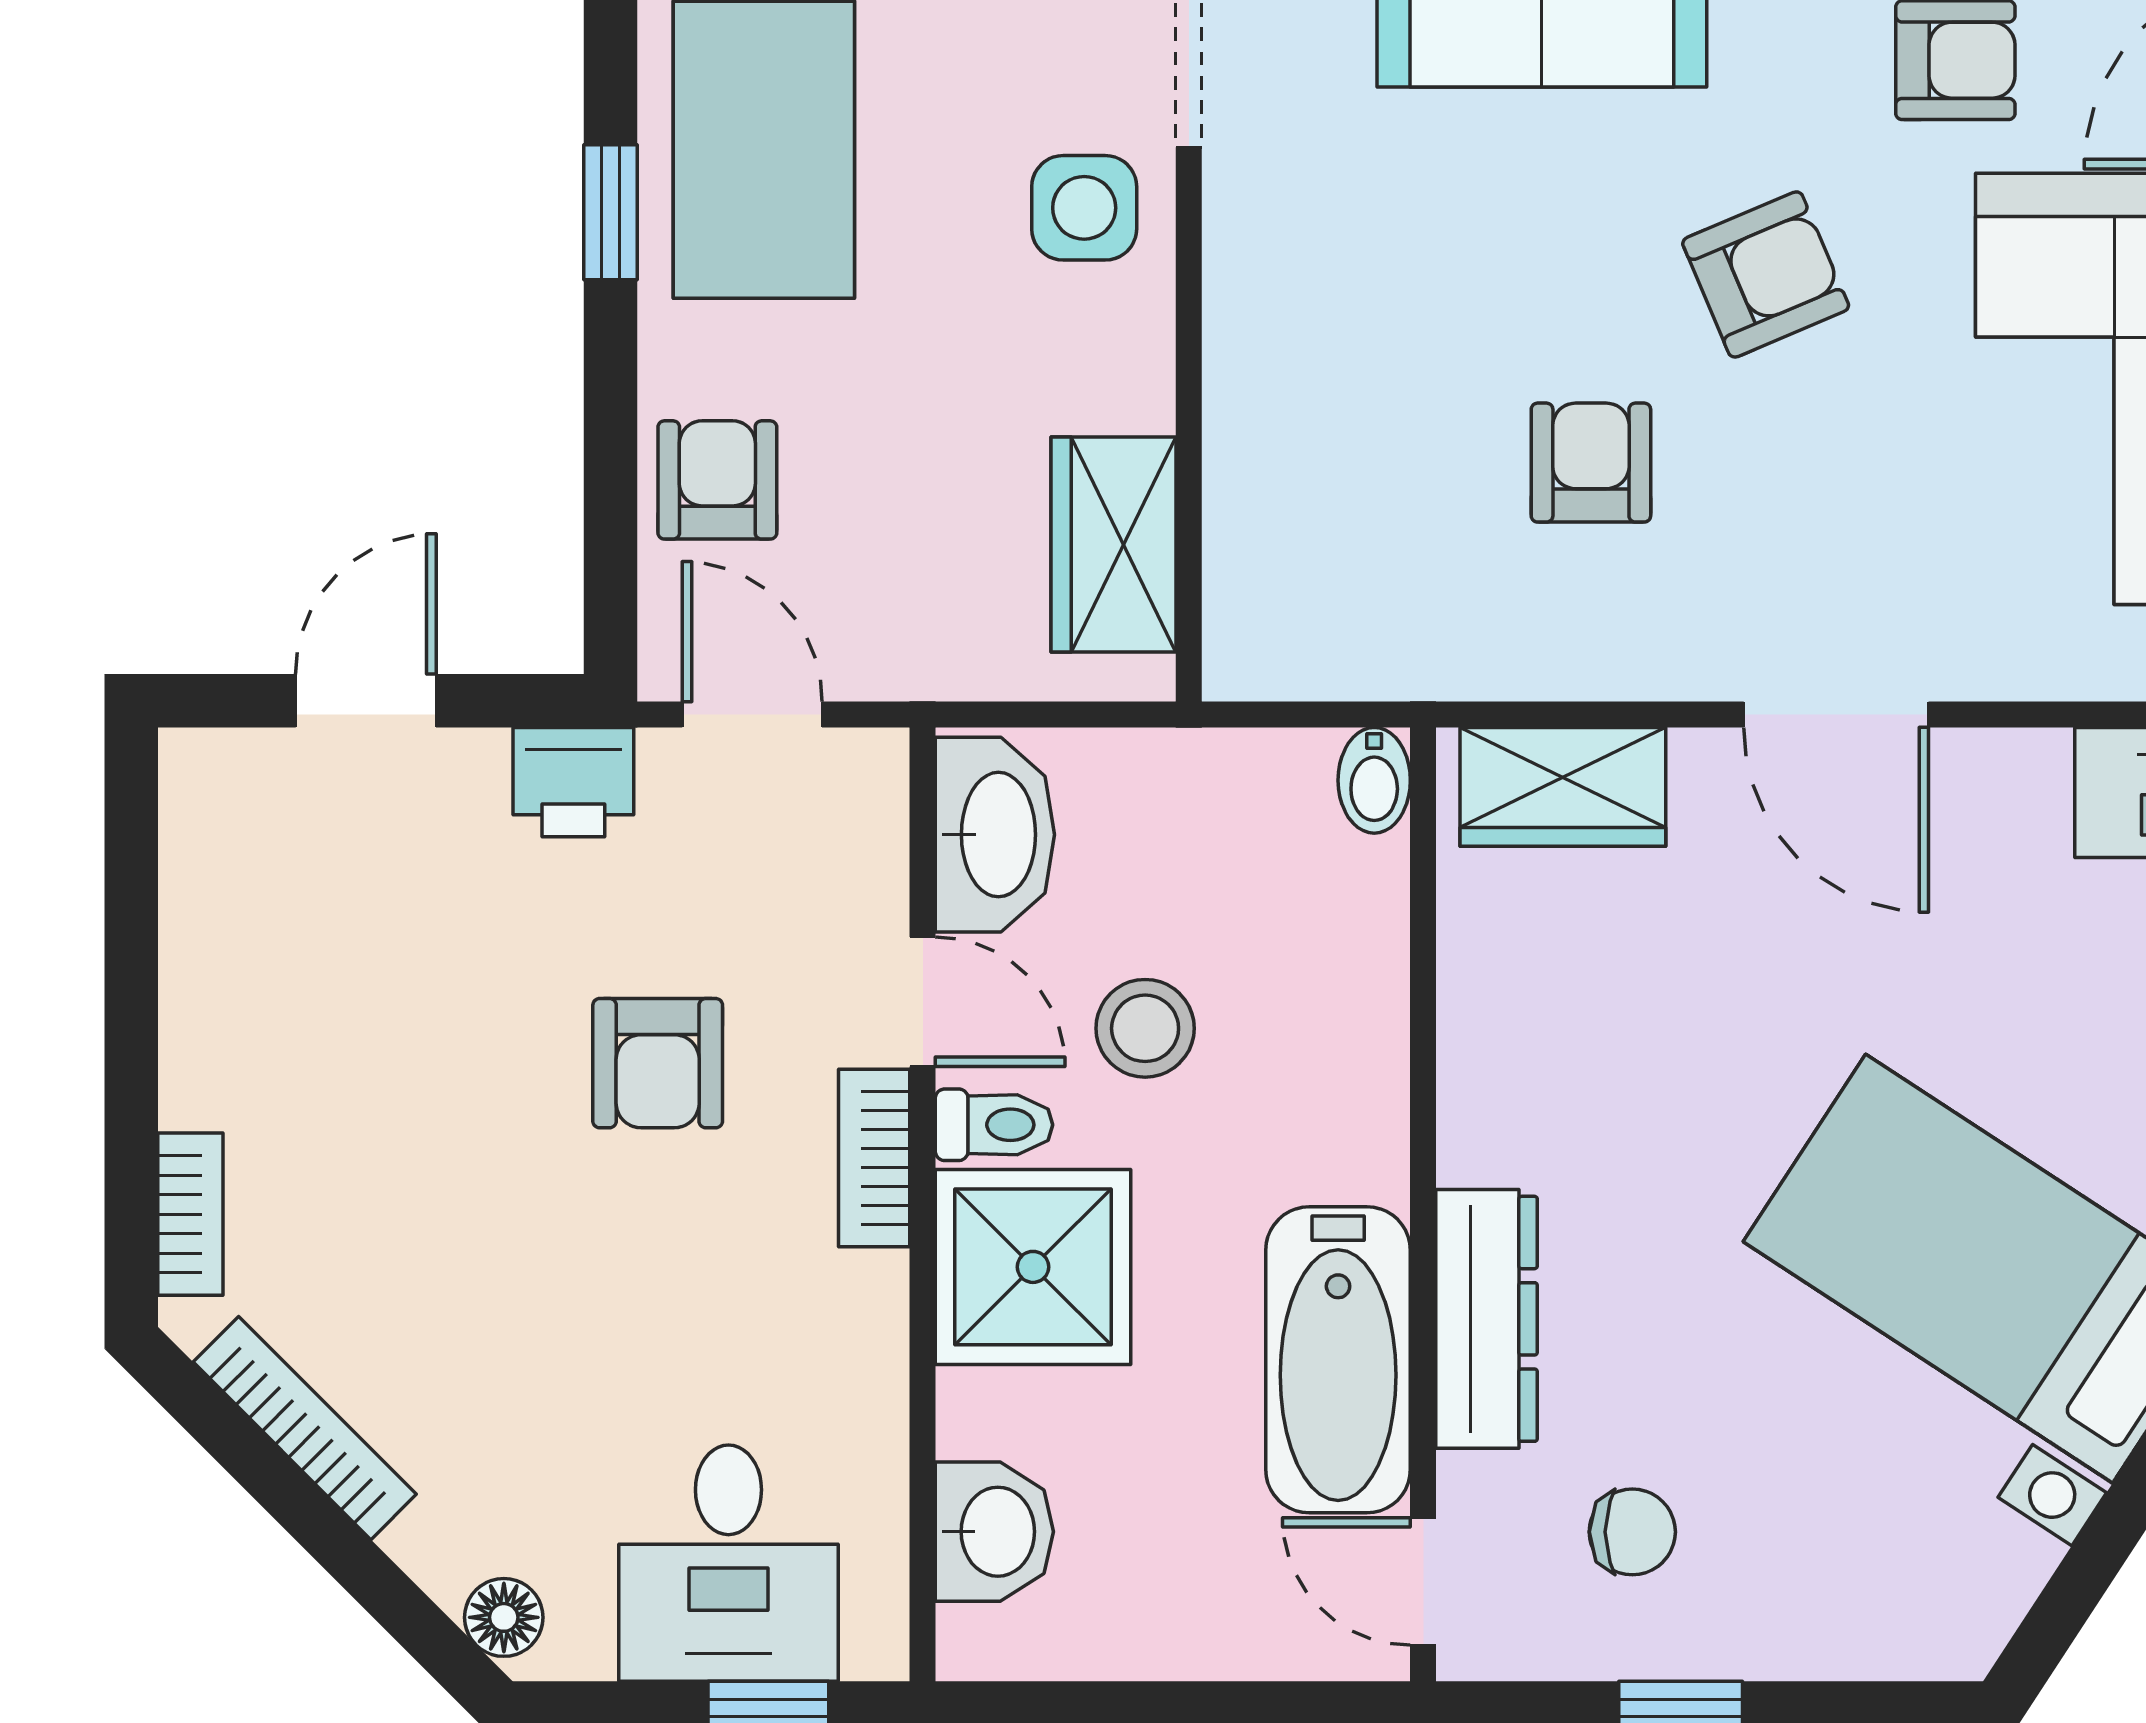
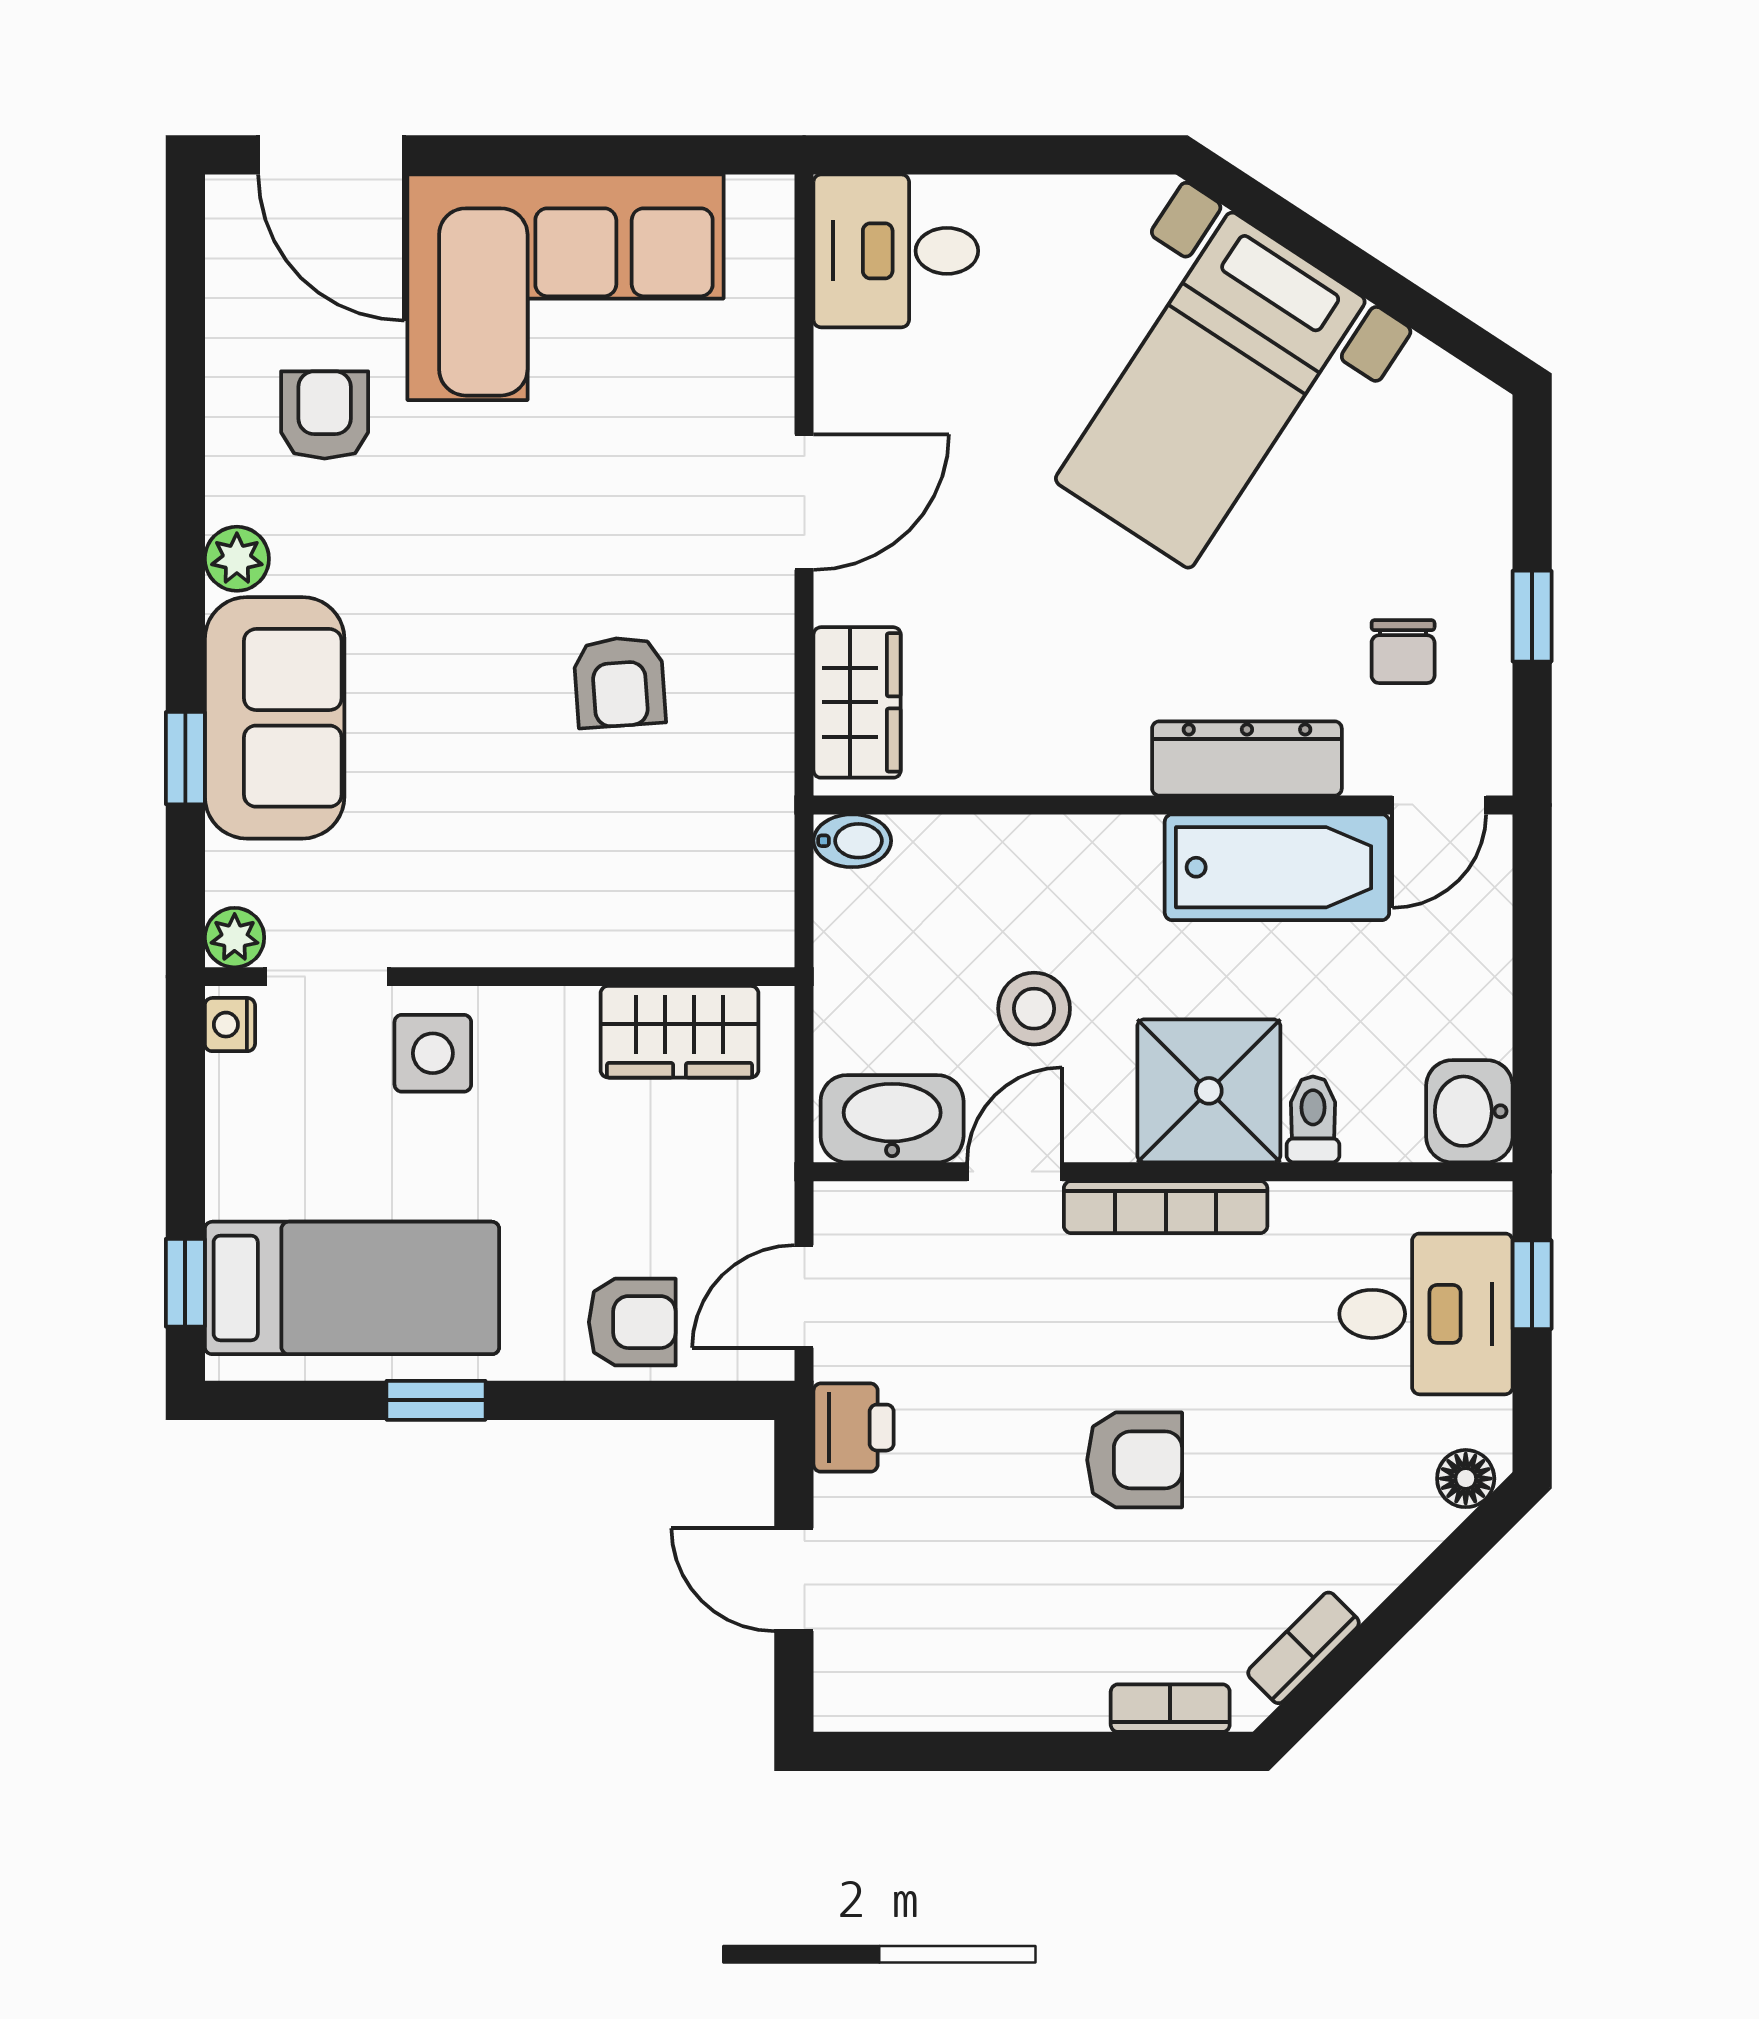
armchair: (1766, 274) -> (482, 554), removed
armchair: (1591, 463) -> (619, 682), turned -94
armchair: (717, 480) -> (632, 1322), turned 180
armchair: (658, 1063) -> (1135, 1460), moved
toilet: (994, 1125) -> (1313, 1119), moved
bookcase: (874, 1158) -> (1166, 1207), width x1.56
bookcase: (305, 1428) -> (1304, 1648), width x0.64
washbasin: (994, 1532) -> (1469, 1111), moved, turned -90
chair: (1632, 1532) -> (1403, 652), turned 180

